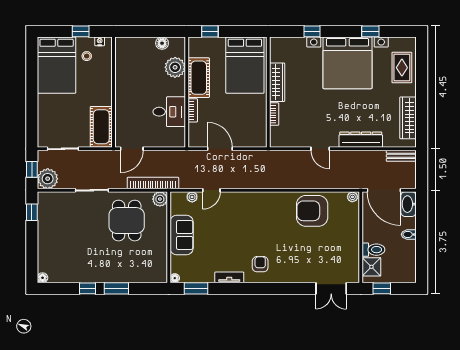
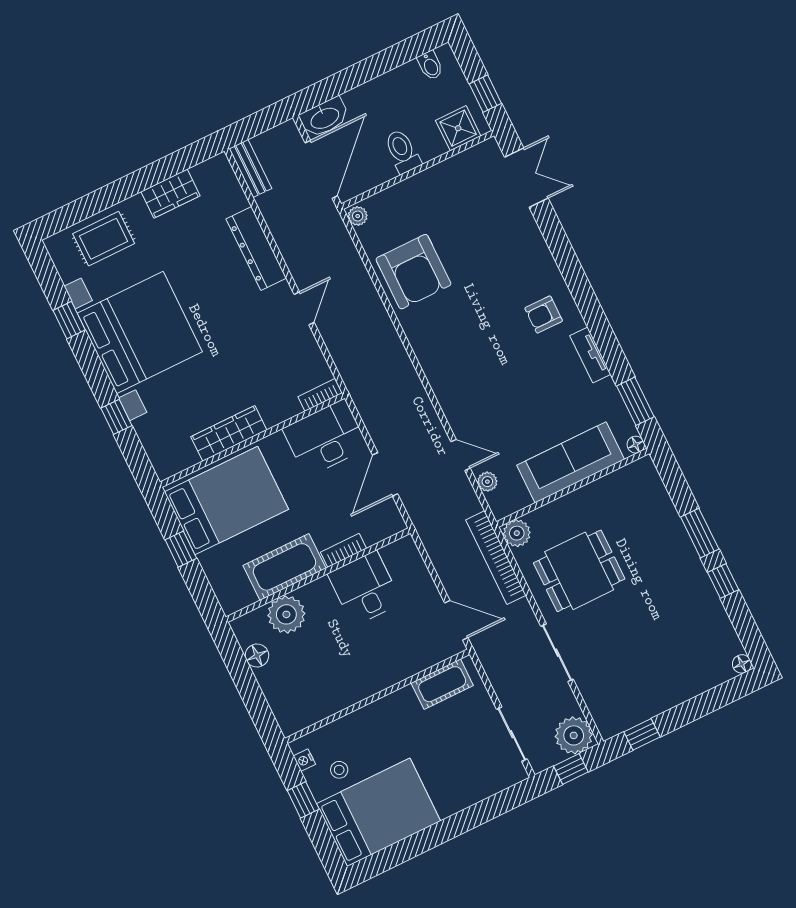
window: (210, 31) -> (181, 549), moved
bookcase: (274, 114) -> (320, 395), moved
wardrobe: (408, 118) -> (170, 194), width x0.67
cot: (101, 127) -> (442, 684), width x0.73, depth x0.75
desk: (252, 128) -> (325, 438), added
bidet: (409, 234) -> (430, 65), moved
sofa: (182, 235) -> (571, 462), width x1.36
toilet: (373, 250) -> (402, 151), moved

